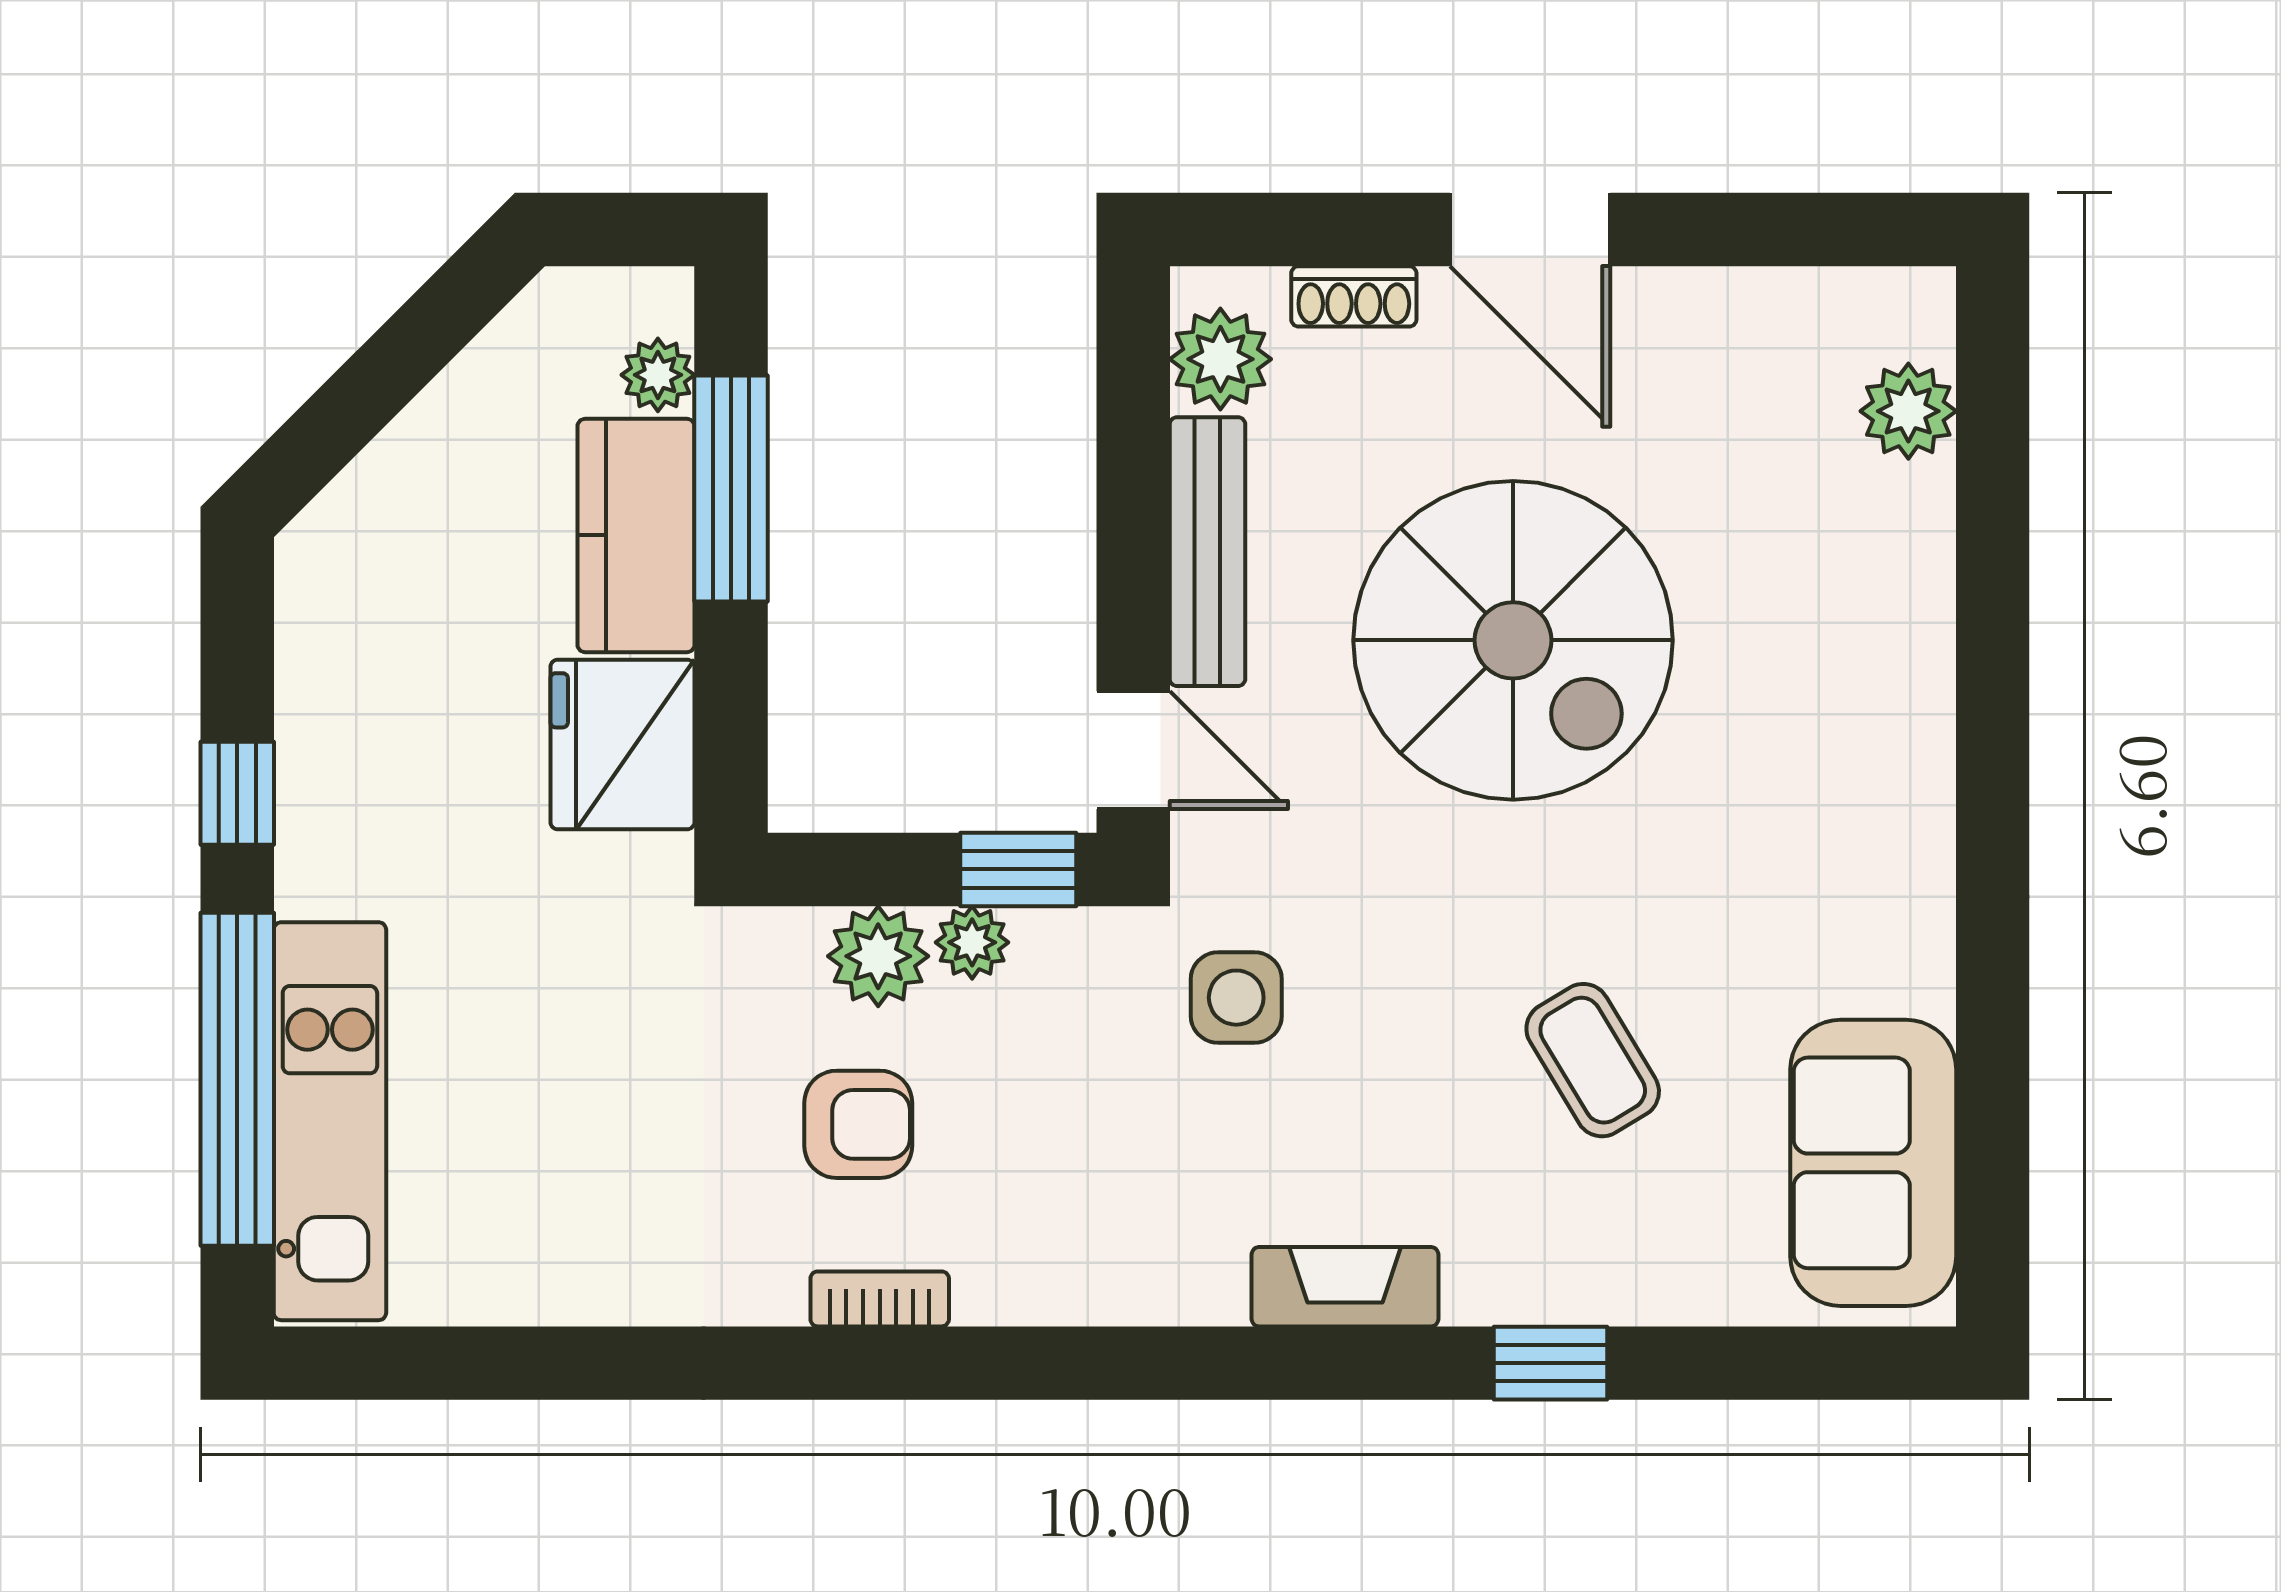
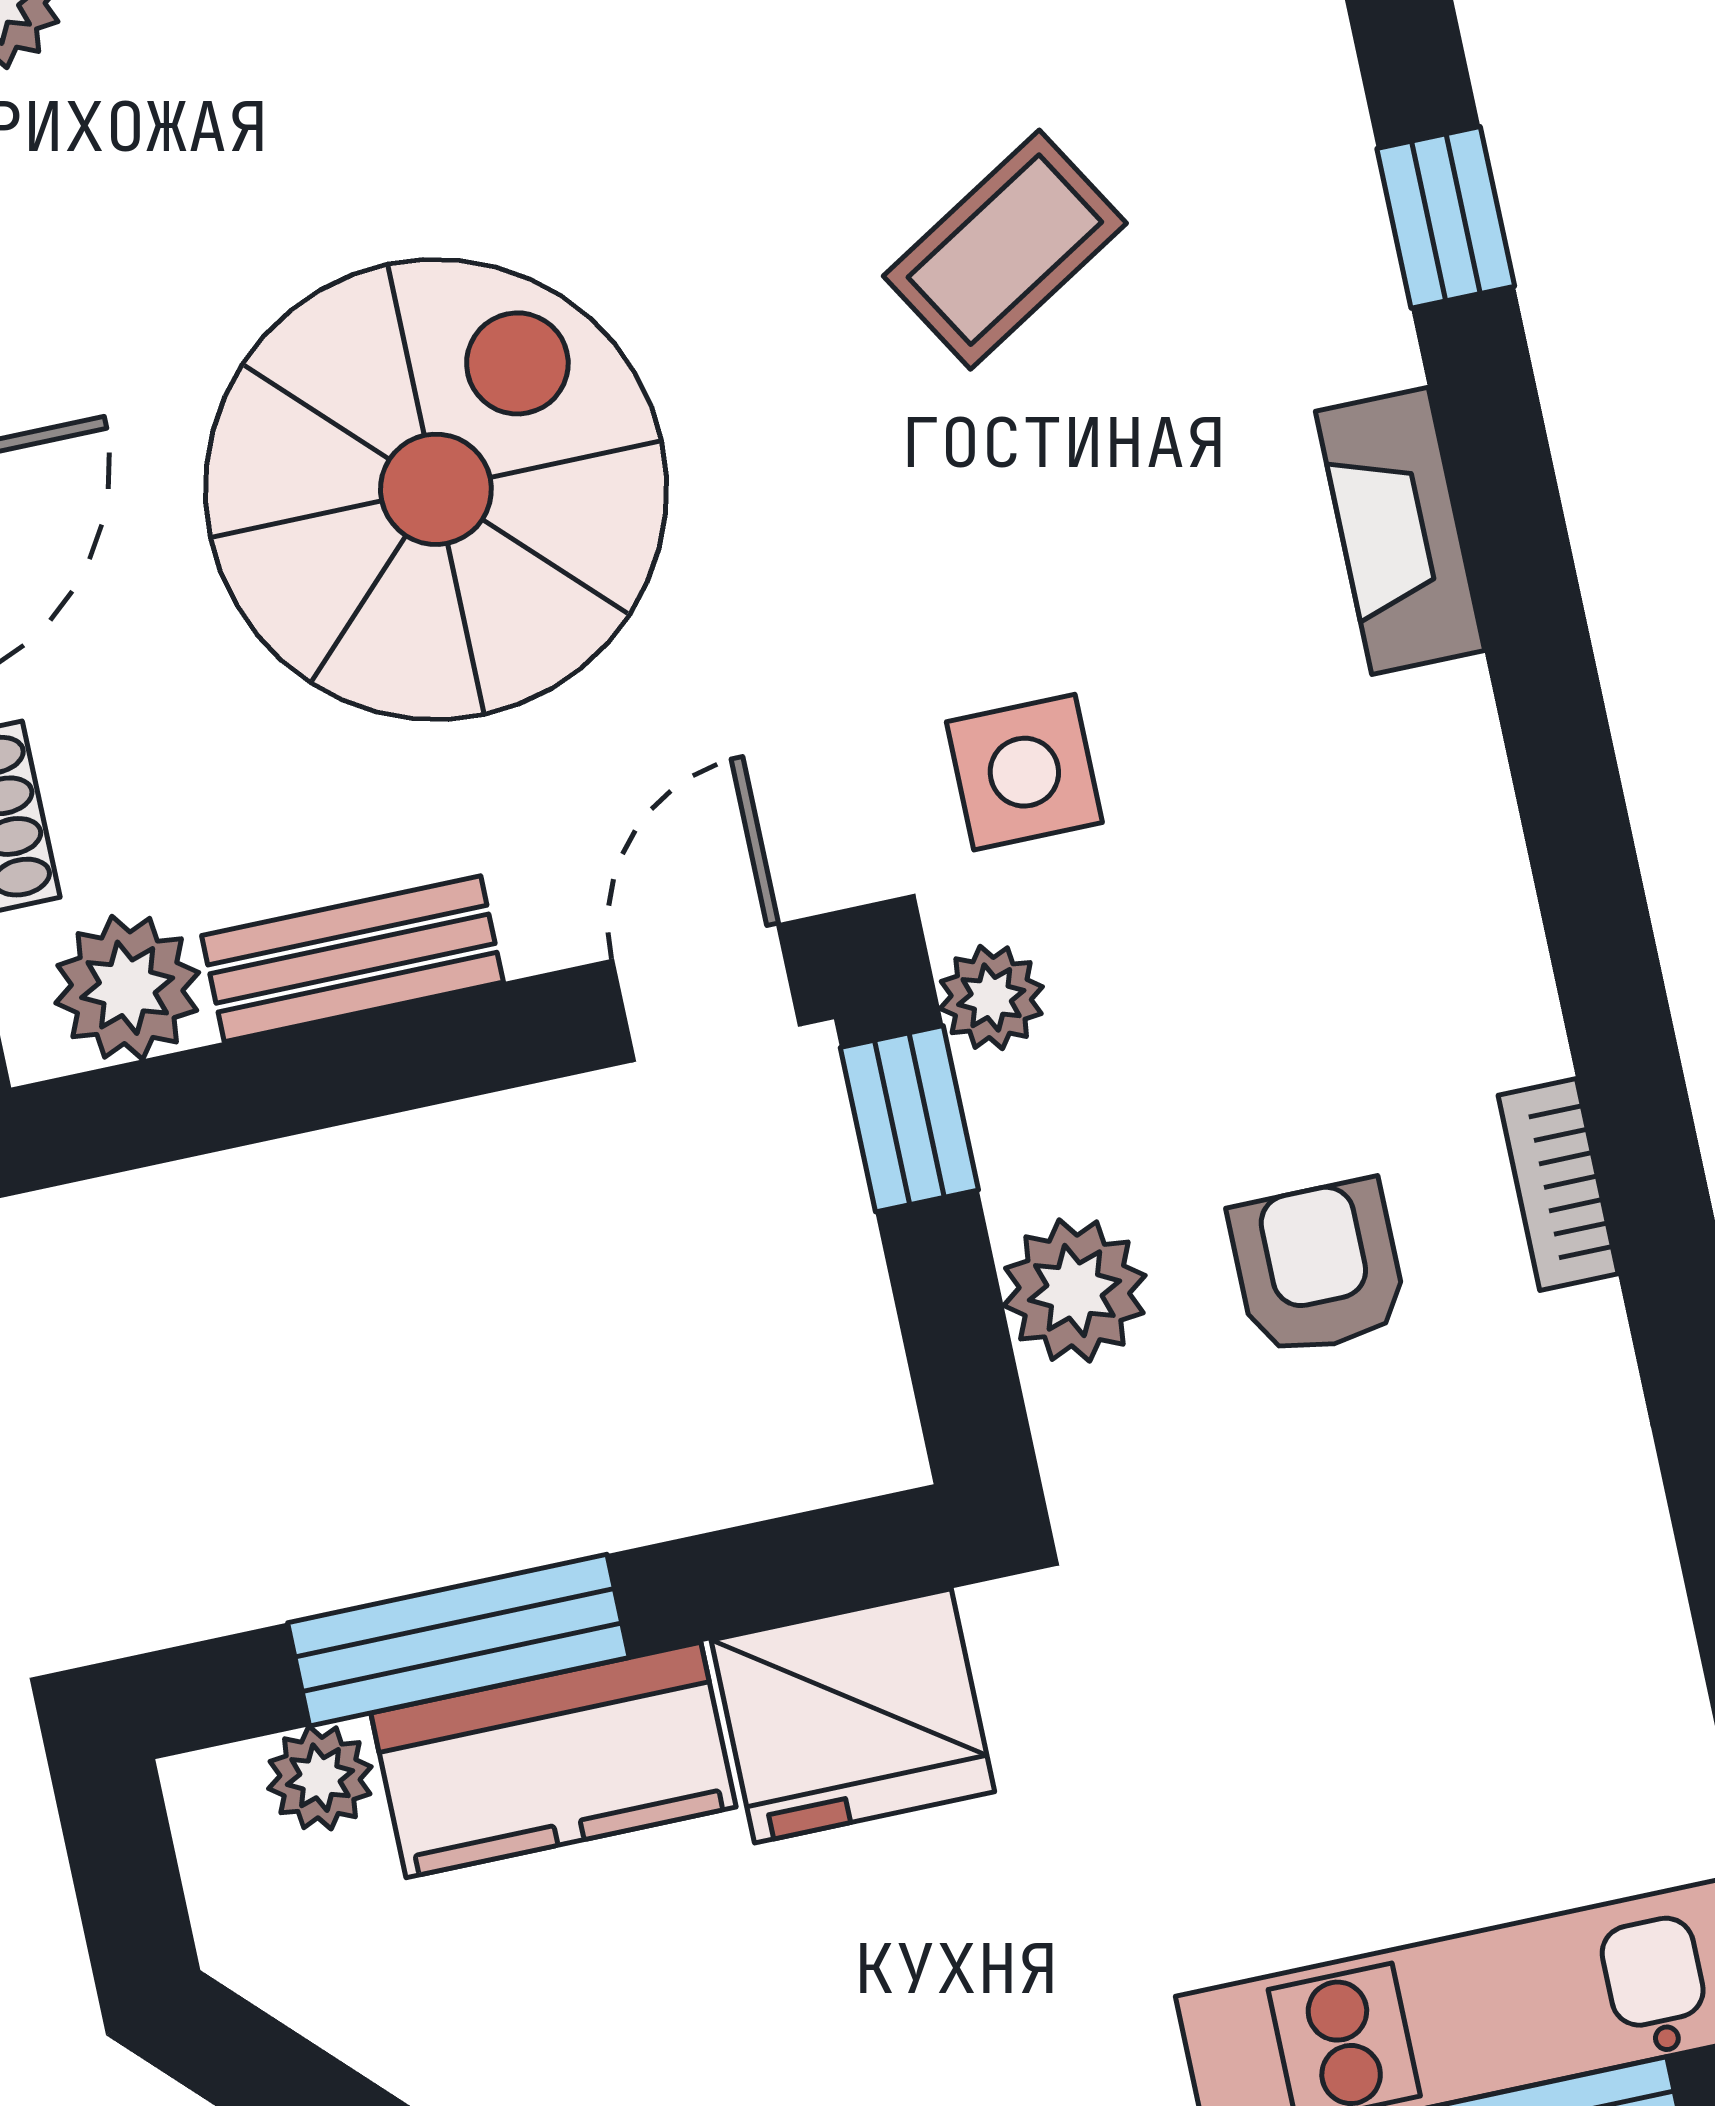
bench: (1207, 552) -> (352, 959), width x0.73
plant: (972, 942) -> (991, 998), moved

